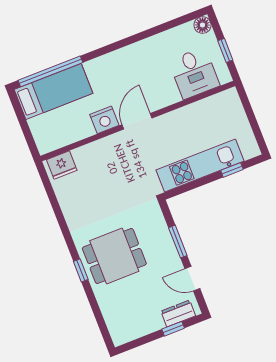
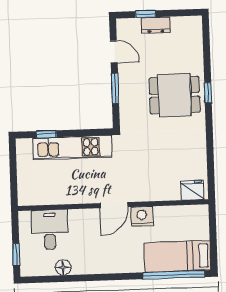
floor lamp: (202, 25) -> (63, 267), moved
window: (225, 50) -> (16, 254), moved
dresser: (178, 313) -> (156, 25), moved

